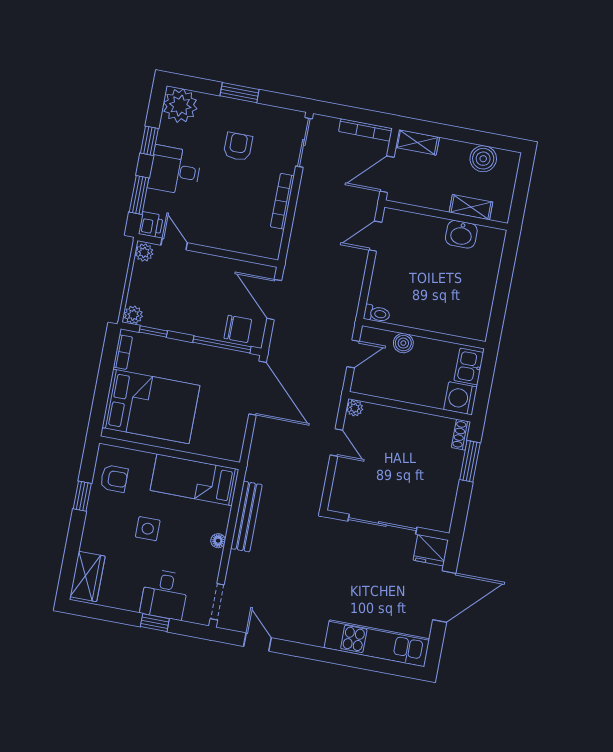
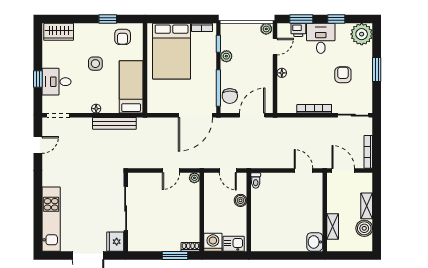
shelving: (417, 142) -> (367, 206), moved
armchair: (238, 147) -> (343, 75), turned -90
printer: (151, 225) -> (298, 30), moved
washbasin: (461, 234) -> (315, 242), moved
floor lamp: (217, 241) -> (282, 73), added
plant: (133, 315) -> (226, 56), moved

